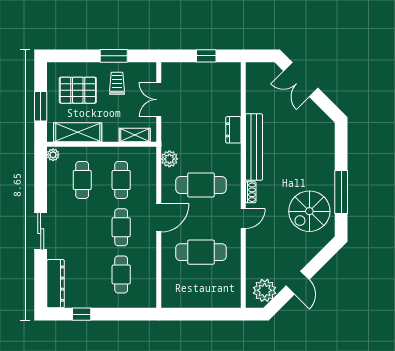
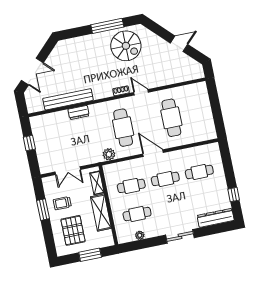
shelving: (78, 132) -> (101, 213), moved
bench: (254, 147) -> (68, 99), moved
plant: (53, 155) -> (140, 235), moved
plant: (265, 290) -> (190, 66), removed

